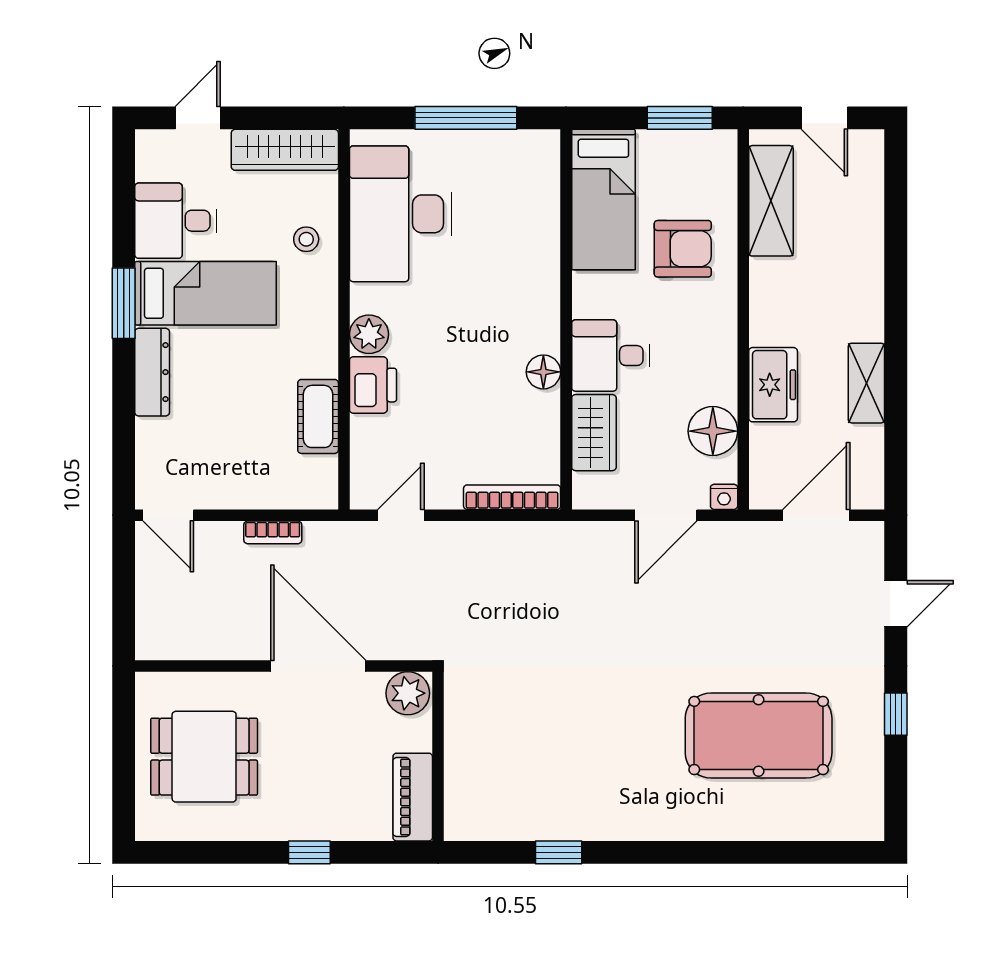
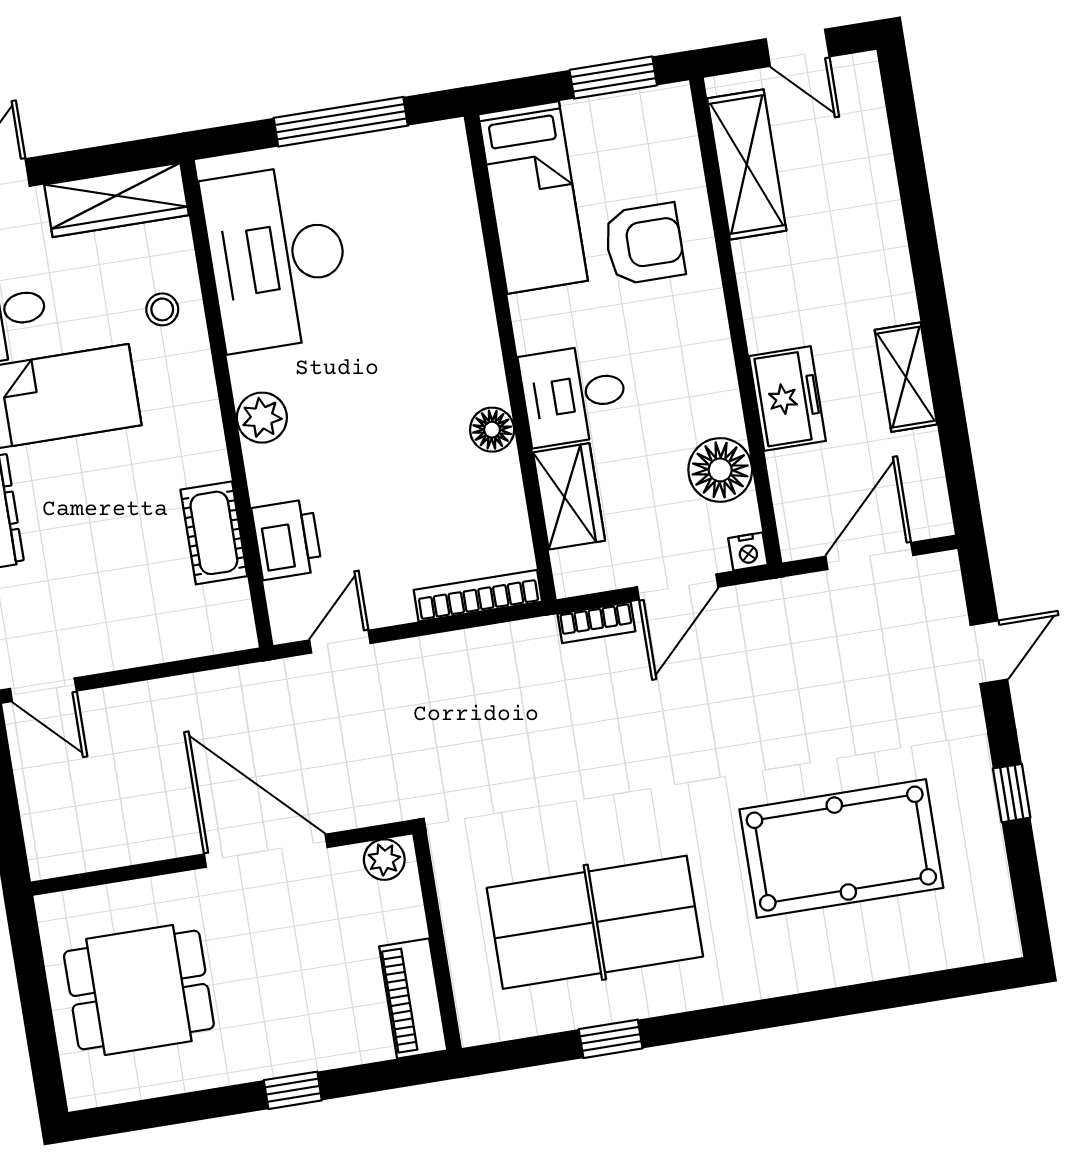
printer: (373, 385) -> (287, 539), moved
bookcase: (273, 532) -> (596, 623), moved
plant: (408, 693) -> (384, 860), width x0.73, depth x0.73
table tennis table: (561, 761) -> (595, 922), added

